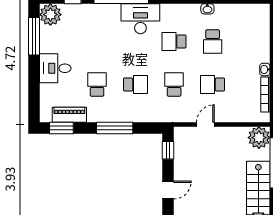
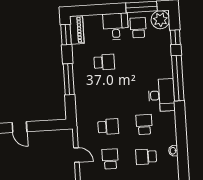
school desk: (136, 84) -> (138, 28), moved, turned 180
piano: (69, 115) -> (77, 30), moved
window: (168, 150) -> (53, 125), removed

